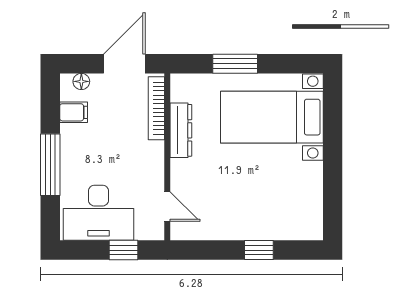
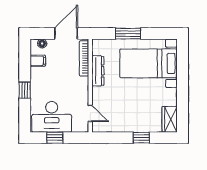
window: (50, 165) -> (25, 90), width x0.46
wardrobe: (310, 217) -> (170, 119), added
window: (123, 250) -> (55, 138), moved

